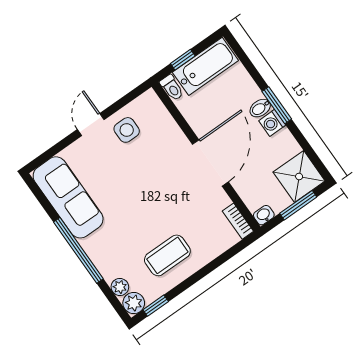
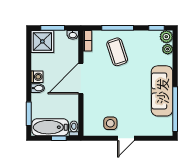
window: (277, 105) -> (29, 114), moved
sofa: (68, 197) -> (162, 91), moved
window: (78, 250) -> (175, 109), moved
coffee table: (167, 255) -> (117, 52), moved, turned 72
window: (209, 268) -> (118, 28), added

